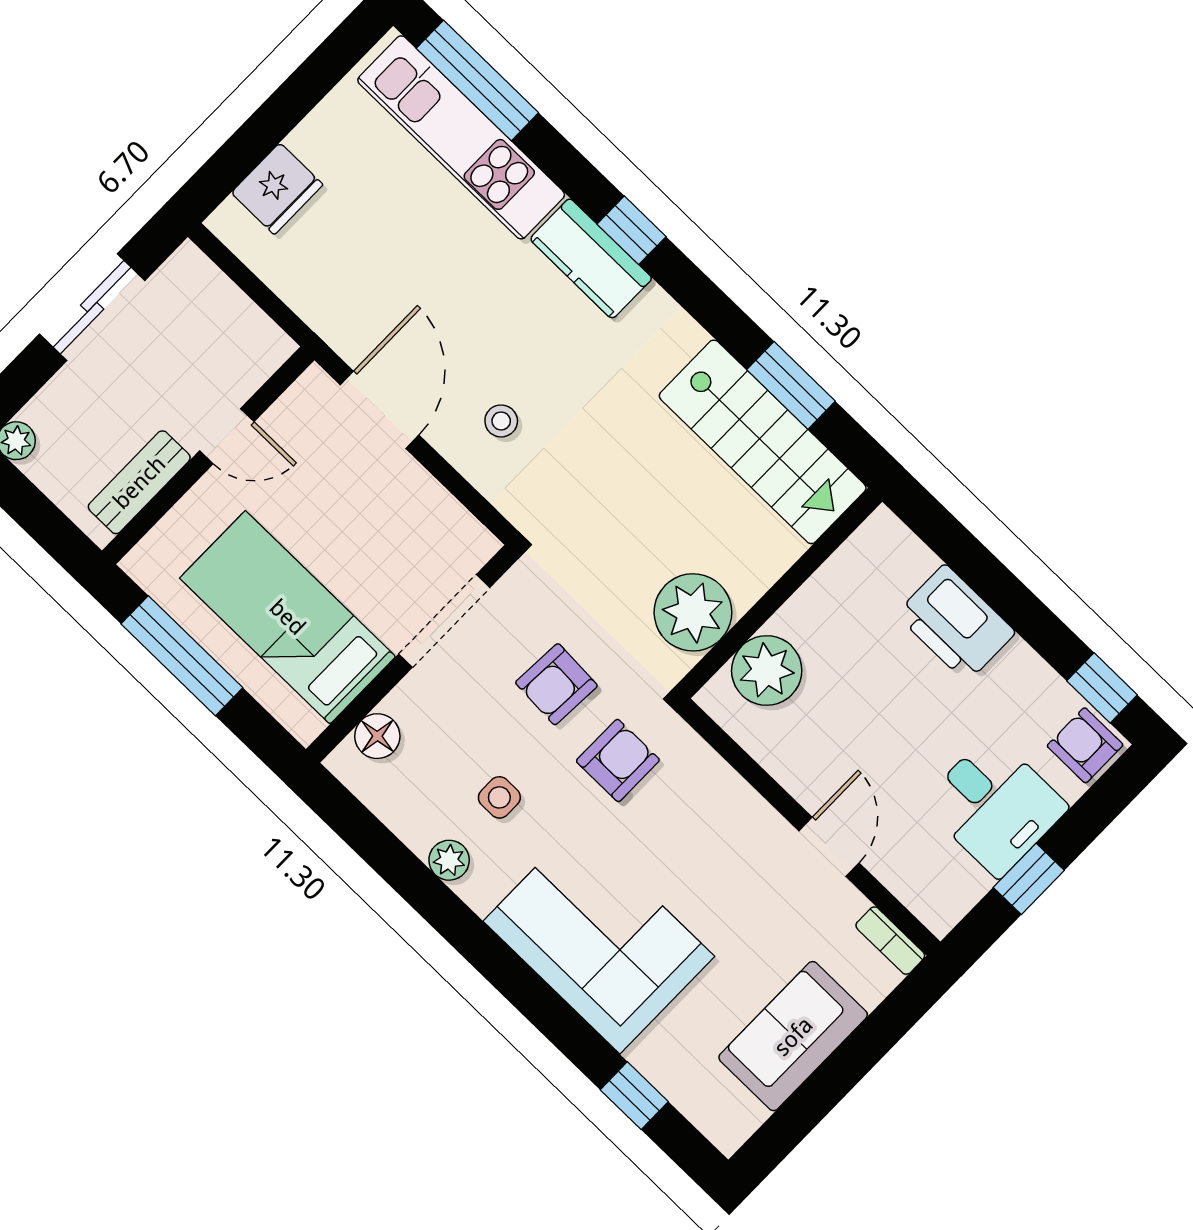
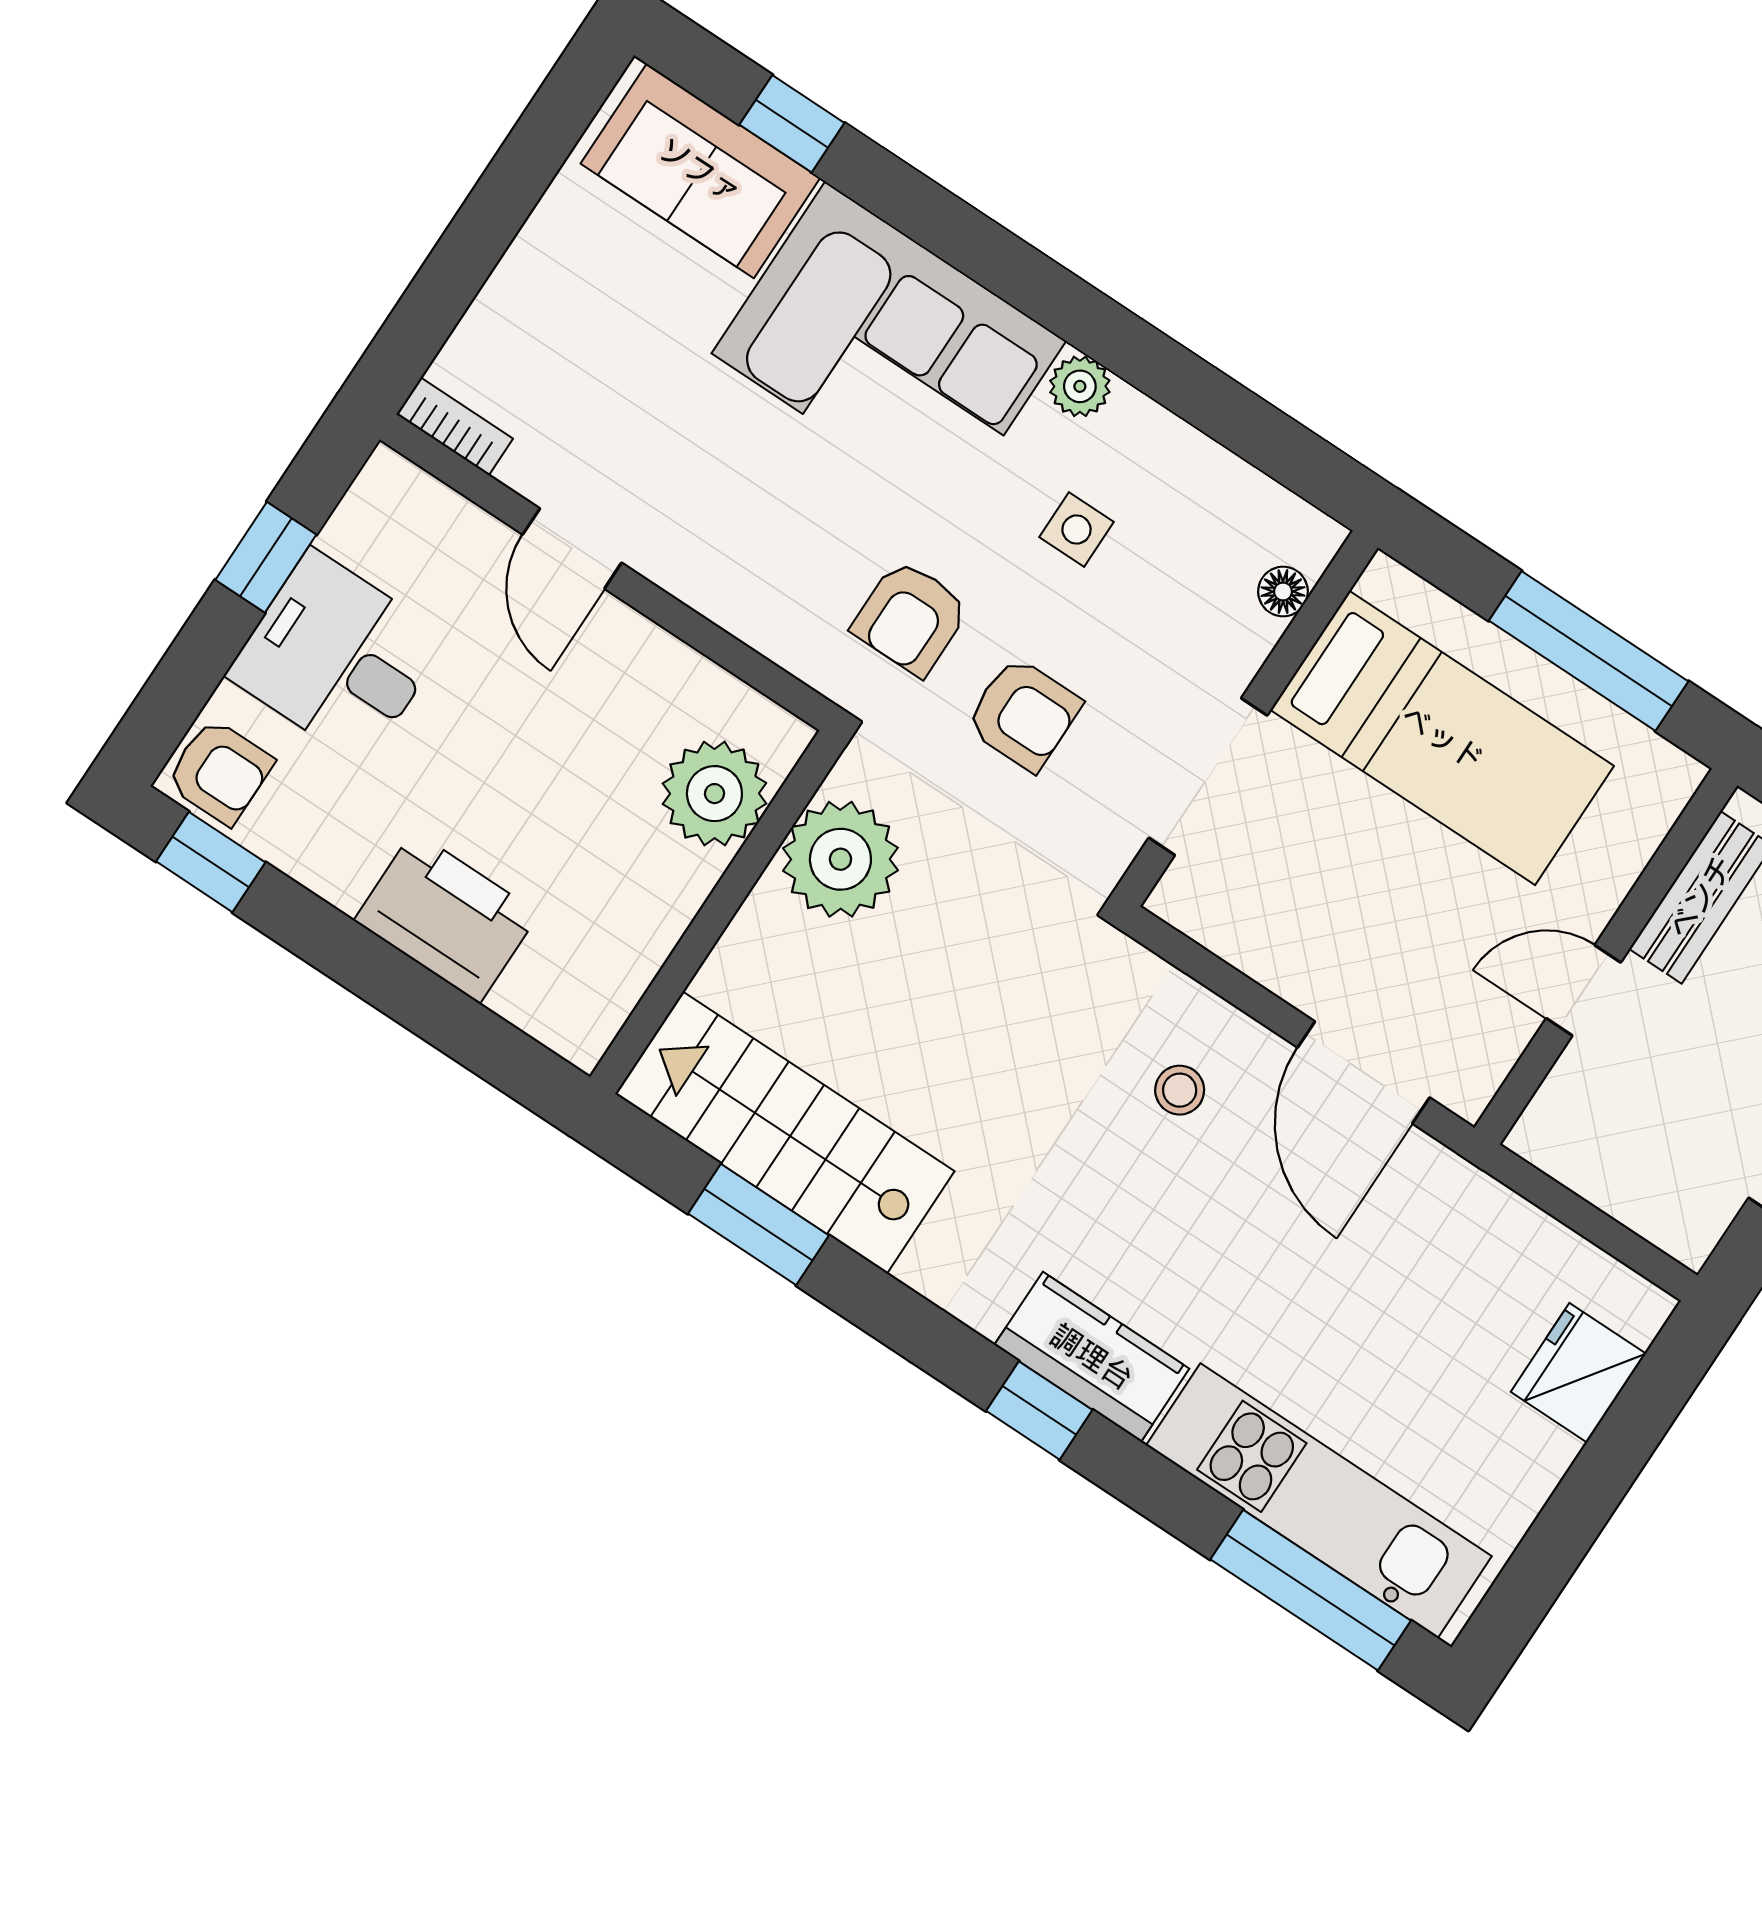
armchair: (556, 684) -> (1023, 714), turned 87
floor lamp: (377, 736) -> (1283, 592), width x0.73, depth x0.73
plant: (449, 860) -> (1080, 386), moved
sofa: (793, 1036) -> (700, 171), moved, turned 90

